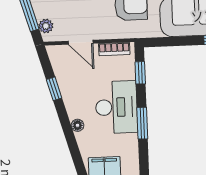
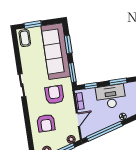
window: (168, 42) -> (72, 72), added
window: (54, 89) -> (105, 131), width x3.17

